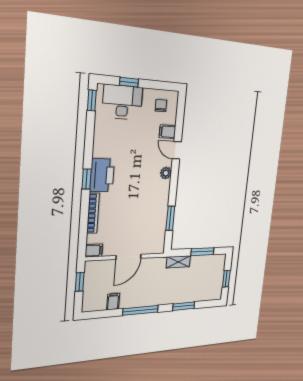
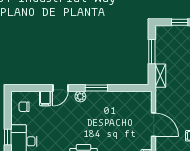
window: (170, 218) -> (96, 88), moved

